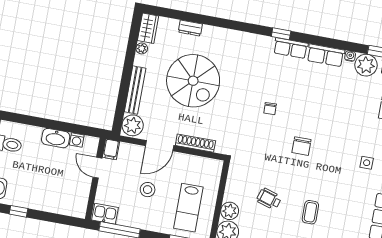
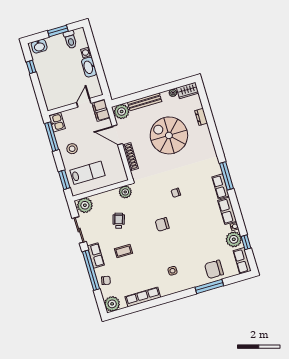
window: (281, 34) -> (227, 176), width x2.17
spiral stairs: (193, 81) -> (169, 135), turned 90
washing machine: (77, 140) -> (86, 52), moved
filing cabinet: (111, 149) -> (101, 110), width x2.00
stool: (148, 190) -> (72, 149), moved
lab bench: (188, 208) -> (87, 173), turned 180
plant: (230, 211) -> (125, 192), moved

